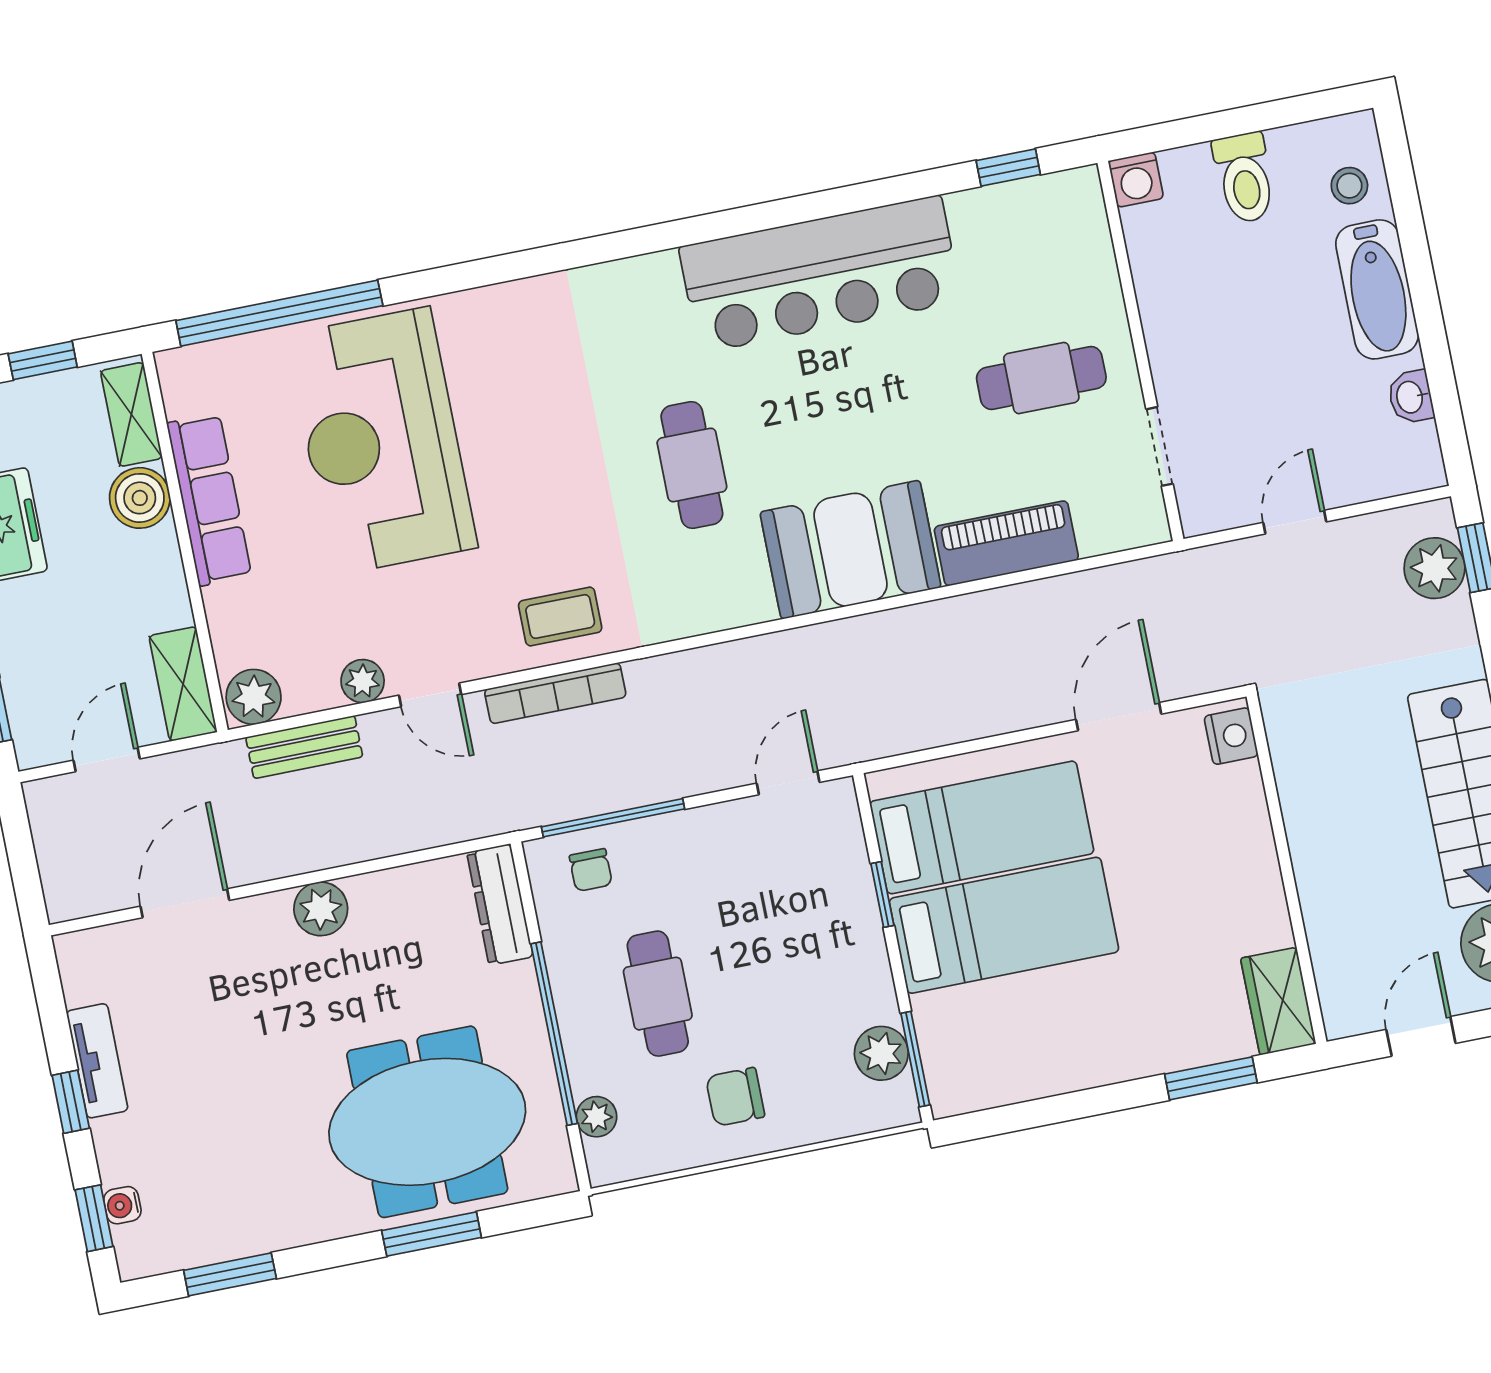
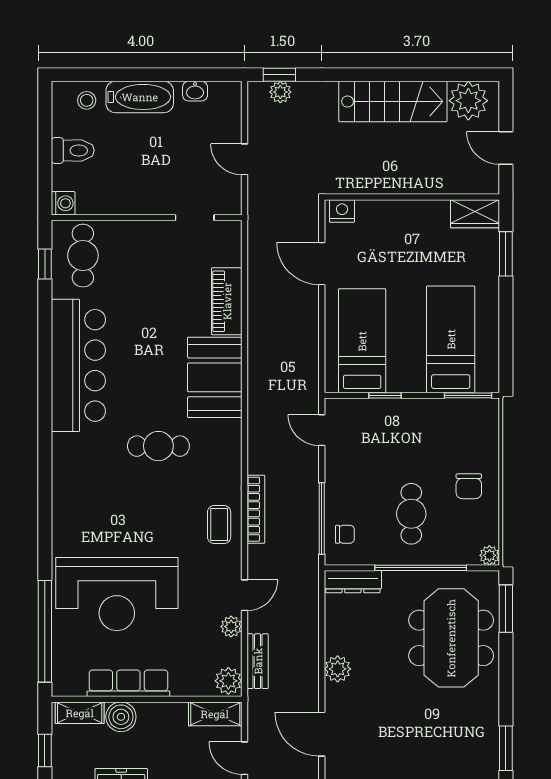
cafe table: (1041, 378) -> (83, 256), moved
plant: (1434, 568) -> (280, 92), width x0.73, depth x0.73
bookcase: (555, 693) -> (256, 509), moved
bed: (1004, 925) -> (451, 339), moved
cafe table: (658, 994) -> (411, 514), turned 90
plant: (881, 1053) -> (462, 411), removed
plant: (596, 1117) -> (489, 555), moved
window: (432, 1234) -> (506, 609), moved

